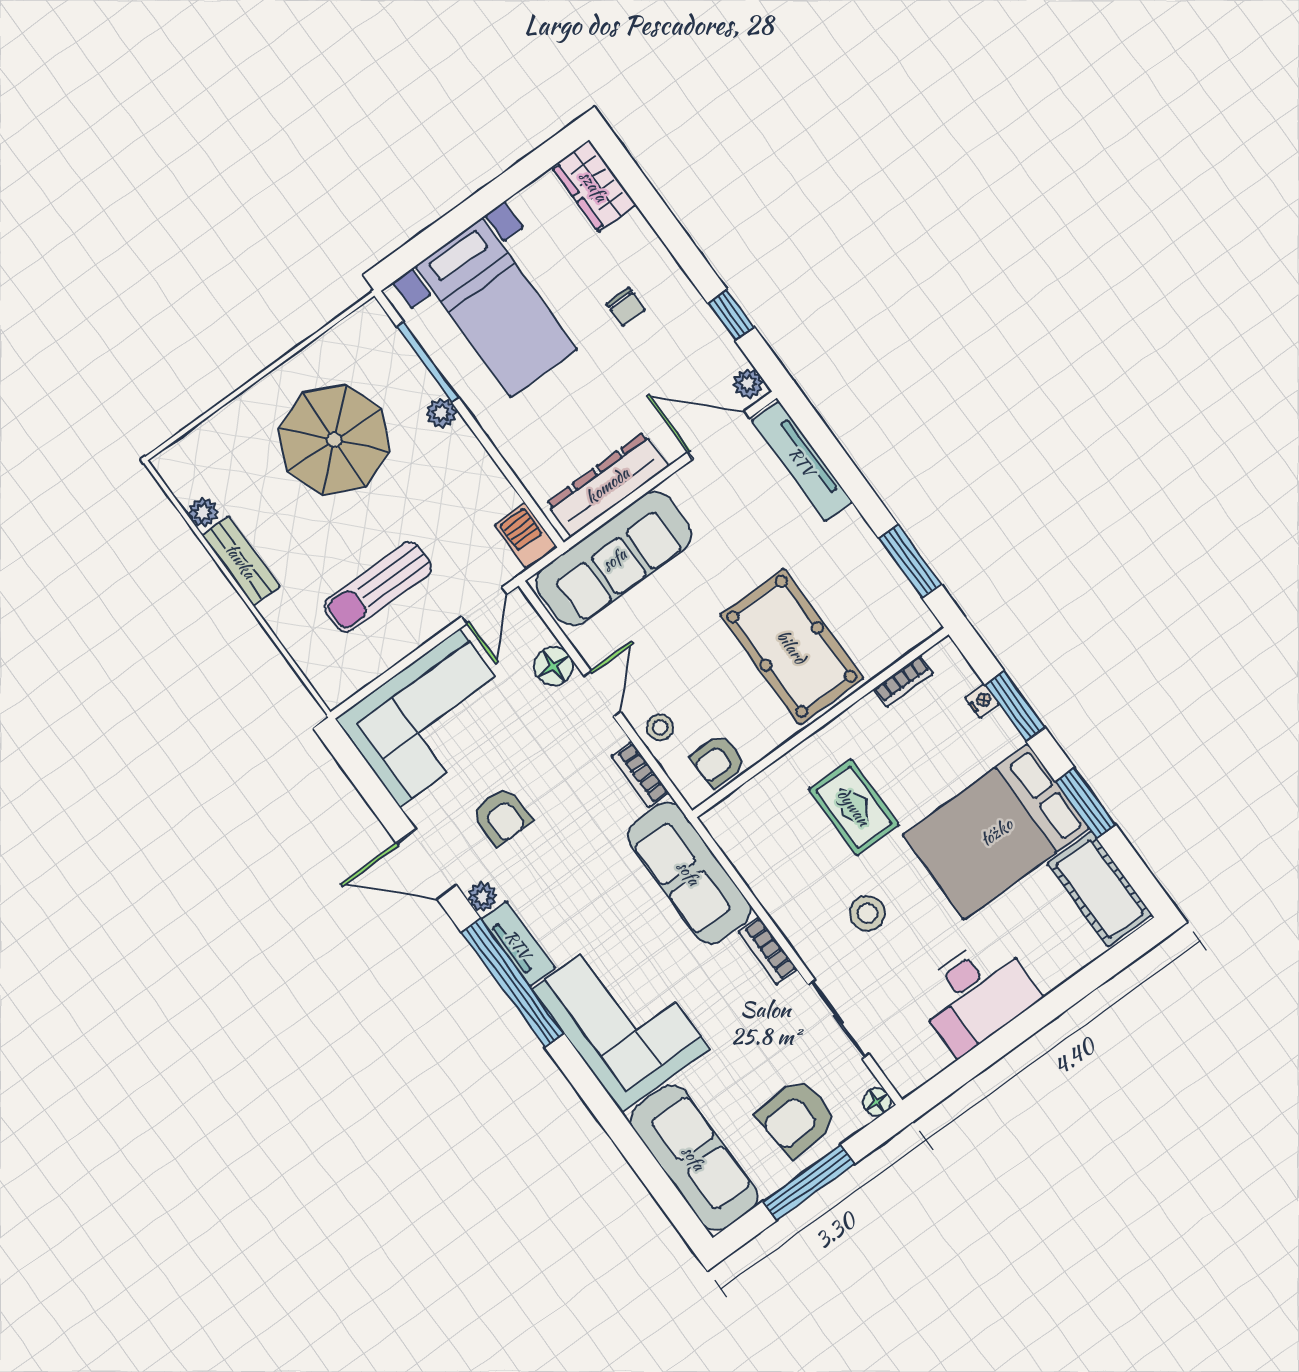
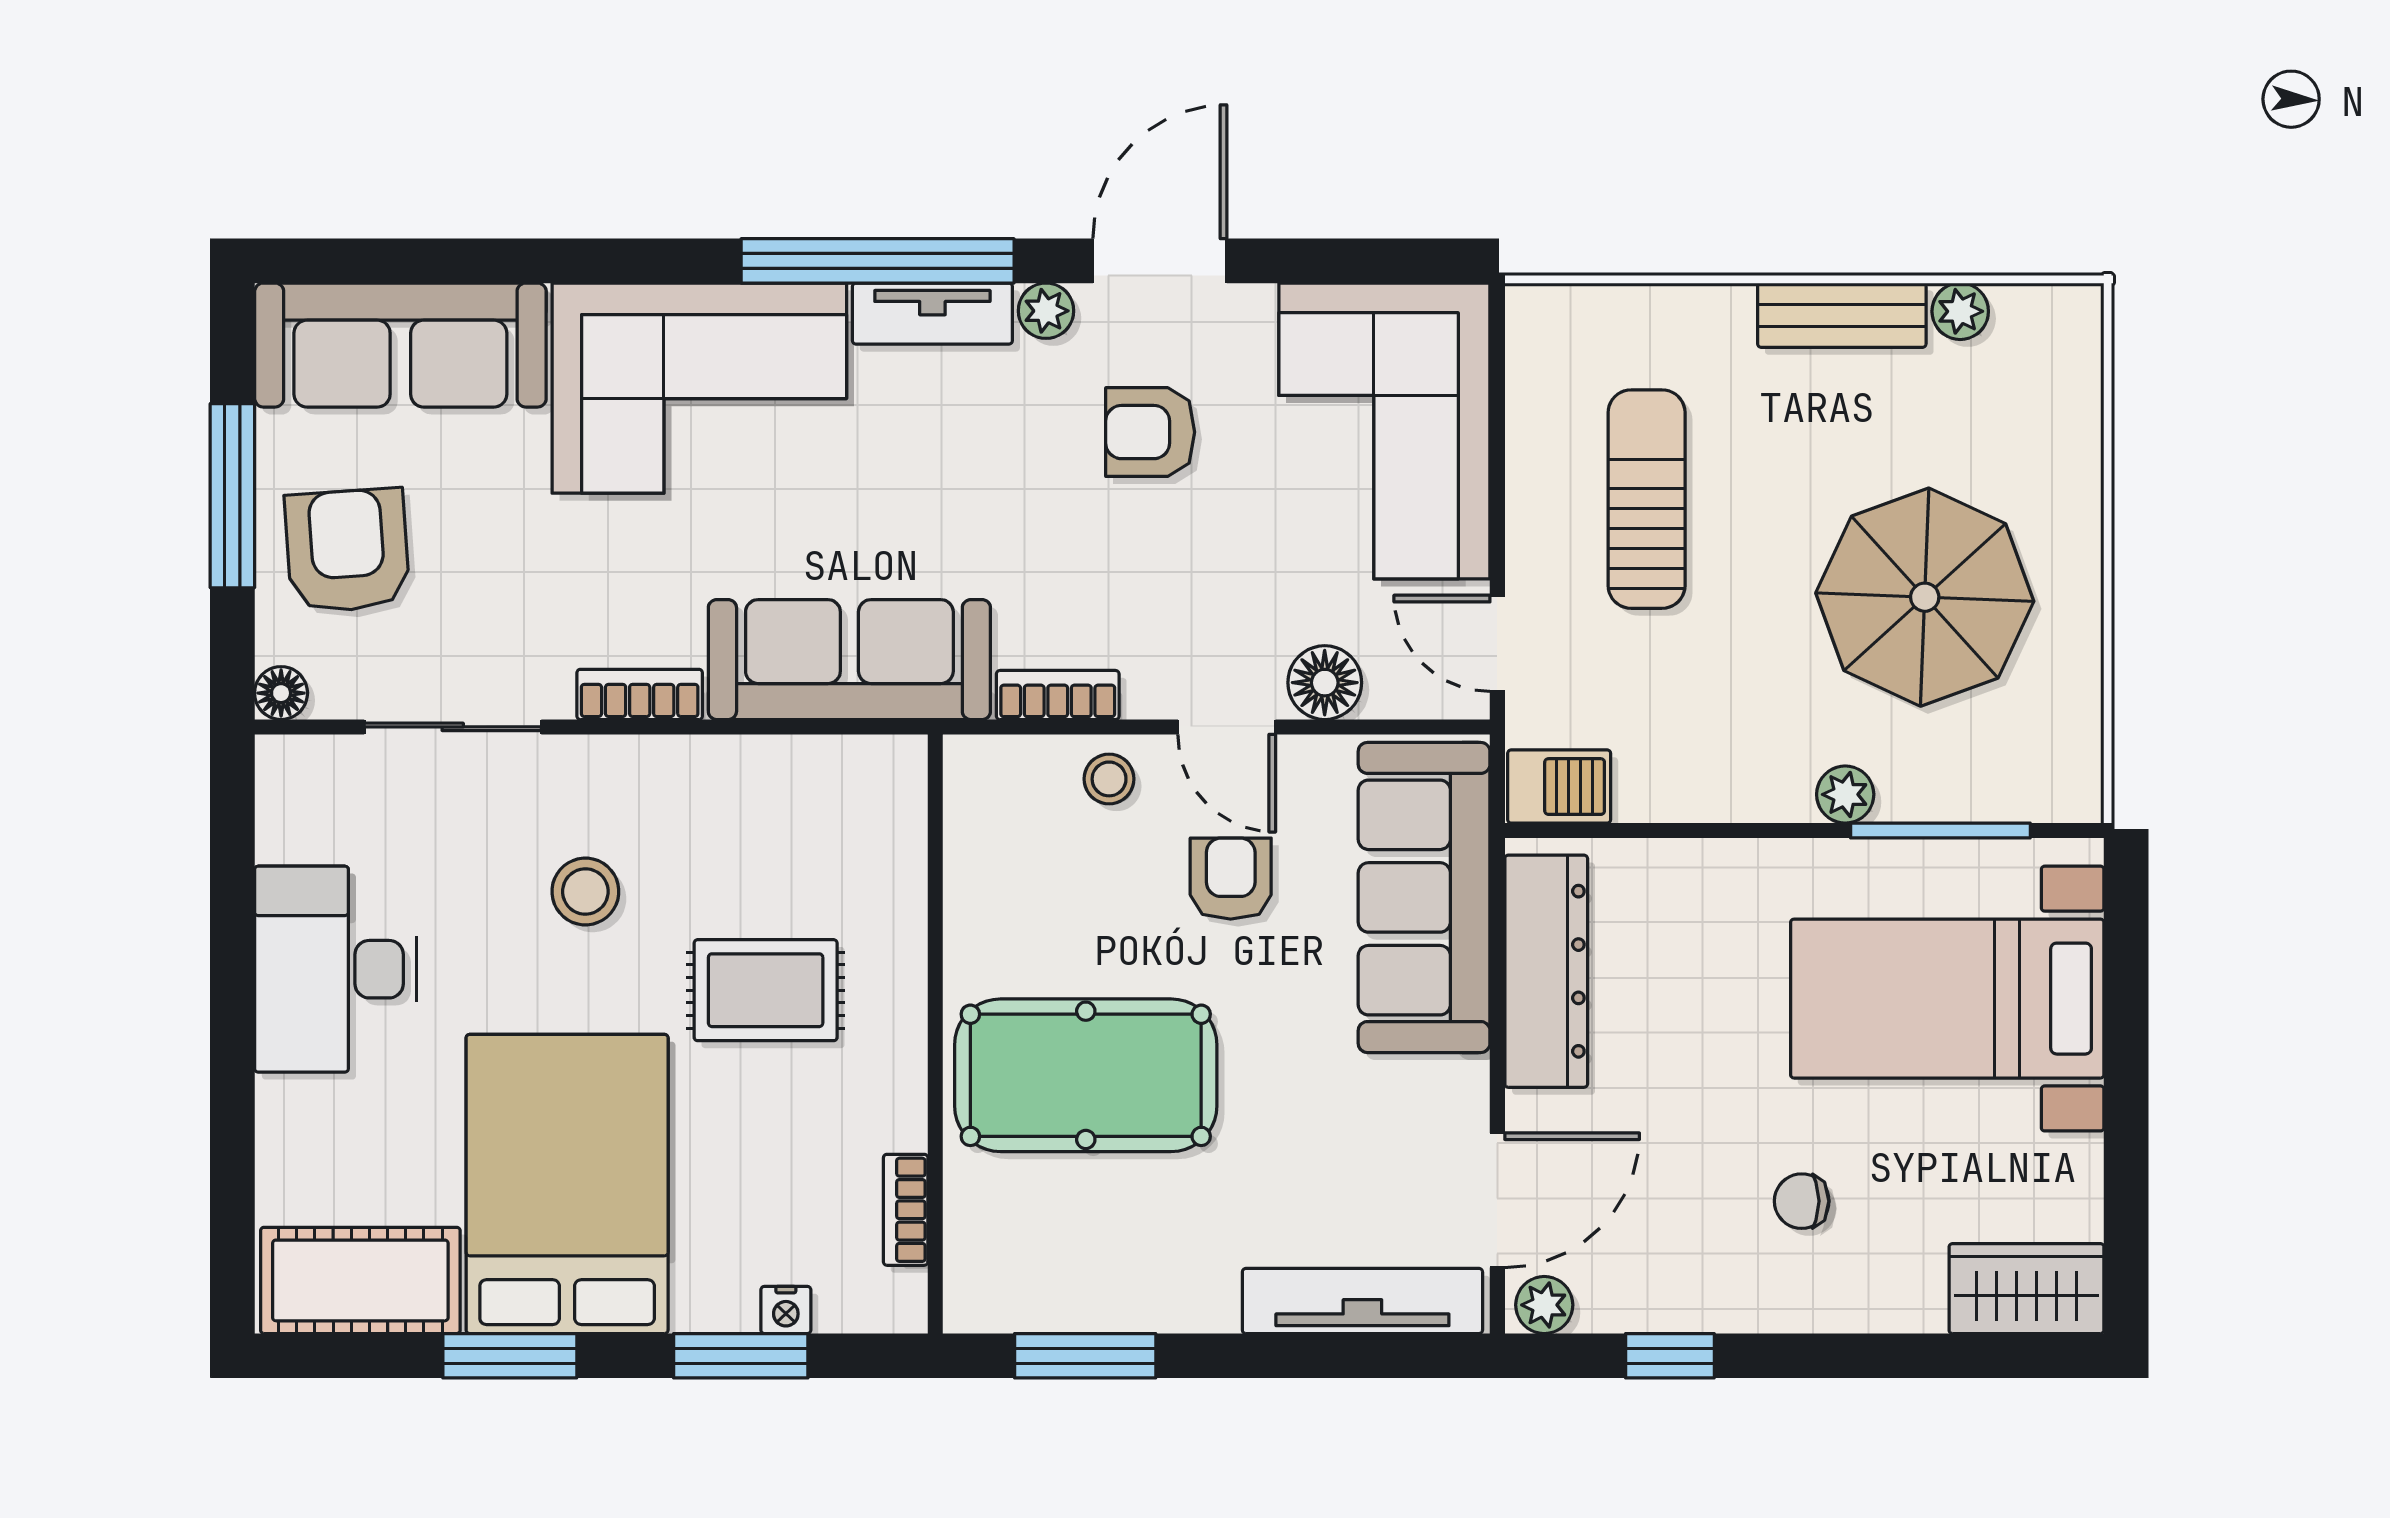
armchair: (718, 761) -> (1231, 879), moved

